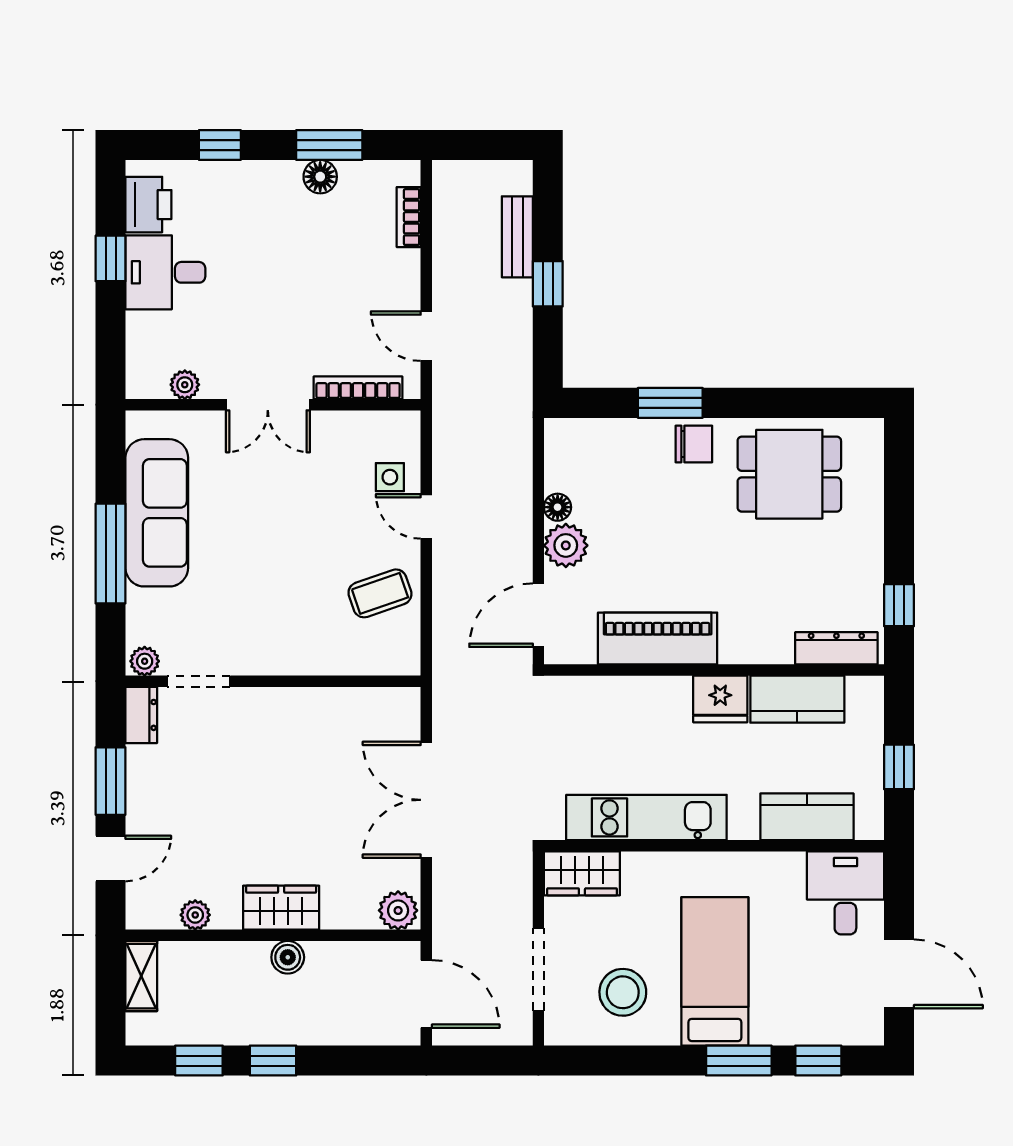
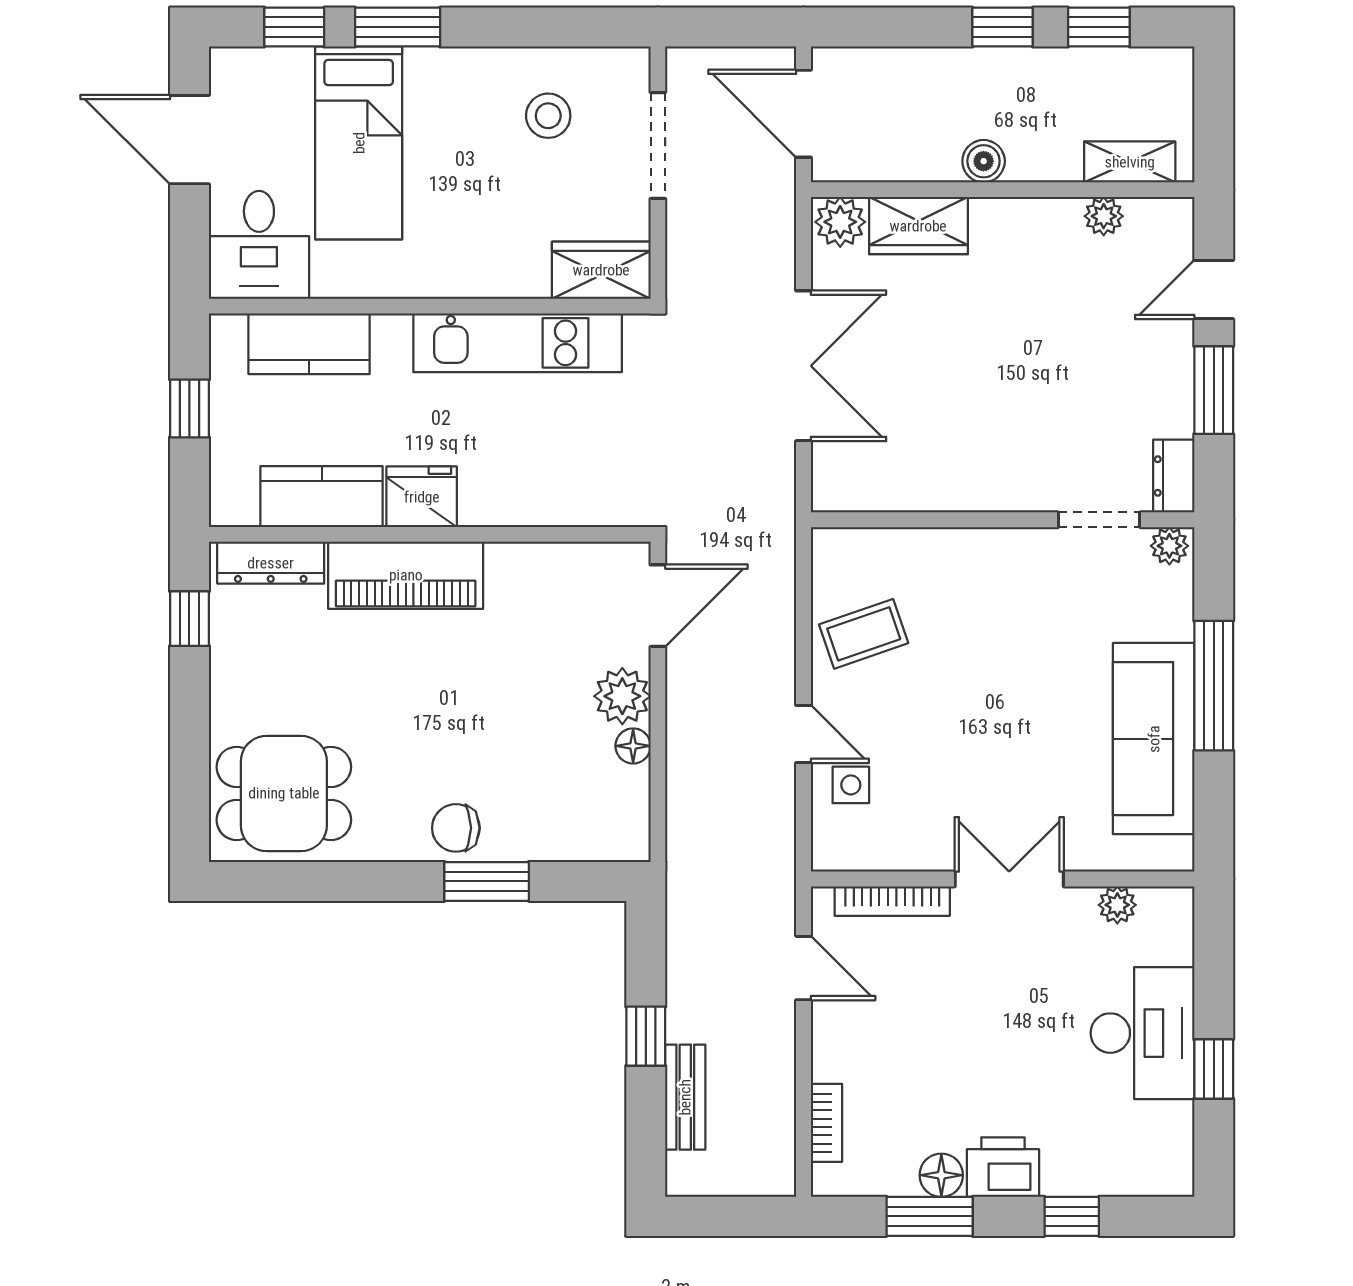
printer: (148, 205) -> (1003, 1167), moved, turned 90
desk: (165, 272) -> (1142, 1033), width x1.37
dining table: (789, 474) -> (284, 793), moved
piano: (658, 639) -> (406, 575), moved
wardrobe: (281, 908) -> (918, 226), moved
bed: (715, 971) -> (359, 143), moved
shelving: (141, 976) -> (1130, 162), moved, turned 90
stool: (623, 992) -> (548, 116), width x0.73, depth x0.73

